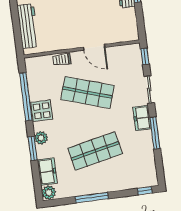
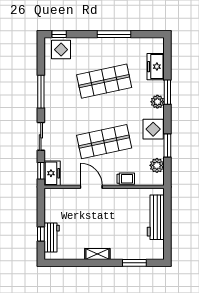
shop shelf: (87, 92) -> (104, 142), turned -30
window: (26, 97) -> (167, 146), width x0.47
freezer: (142, 118) -> (52, 173), moved
display table: (141, 176) -> (61, 50), added
plant: (49, 193) -> (157, 165), moved

